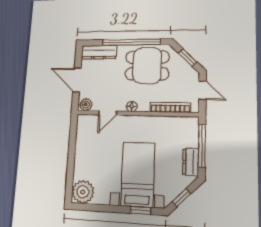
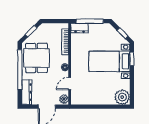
door: (202, 90) -> (53, 21), removed
door: (108, 113) -> (70, 84), swing flipped
dresser: (191, 162) -> (79, 28), moved

